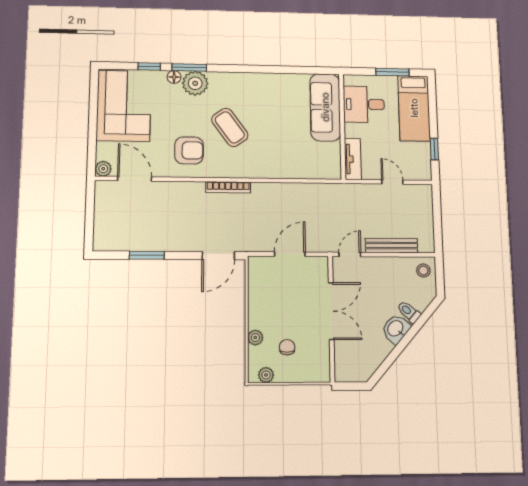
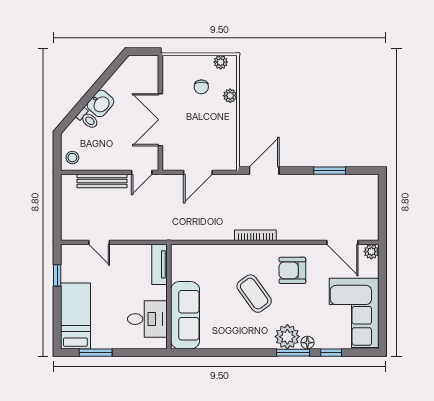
desk: (364, 104) -> (147, 319), moved
sofa: (325, 107) -> (185, 315), moved
wall: (342, 126) -> (169, 297), moved
tv unit: (353, 159) -> (160, 264), moved

